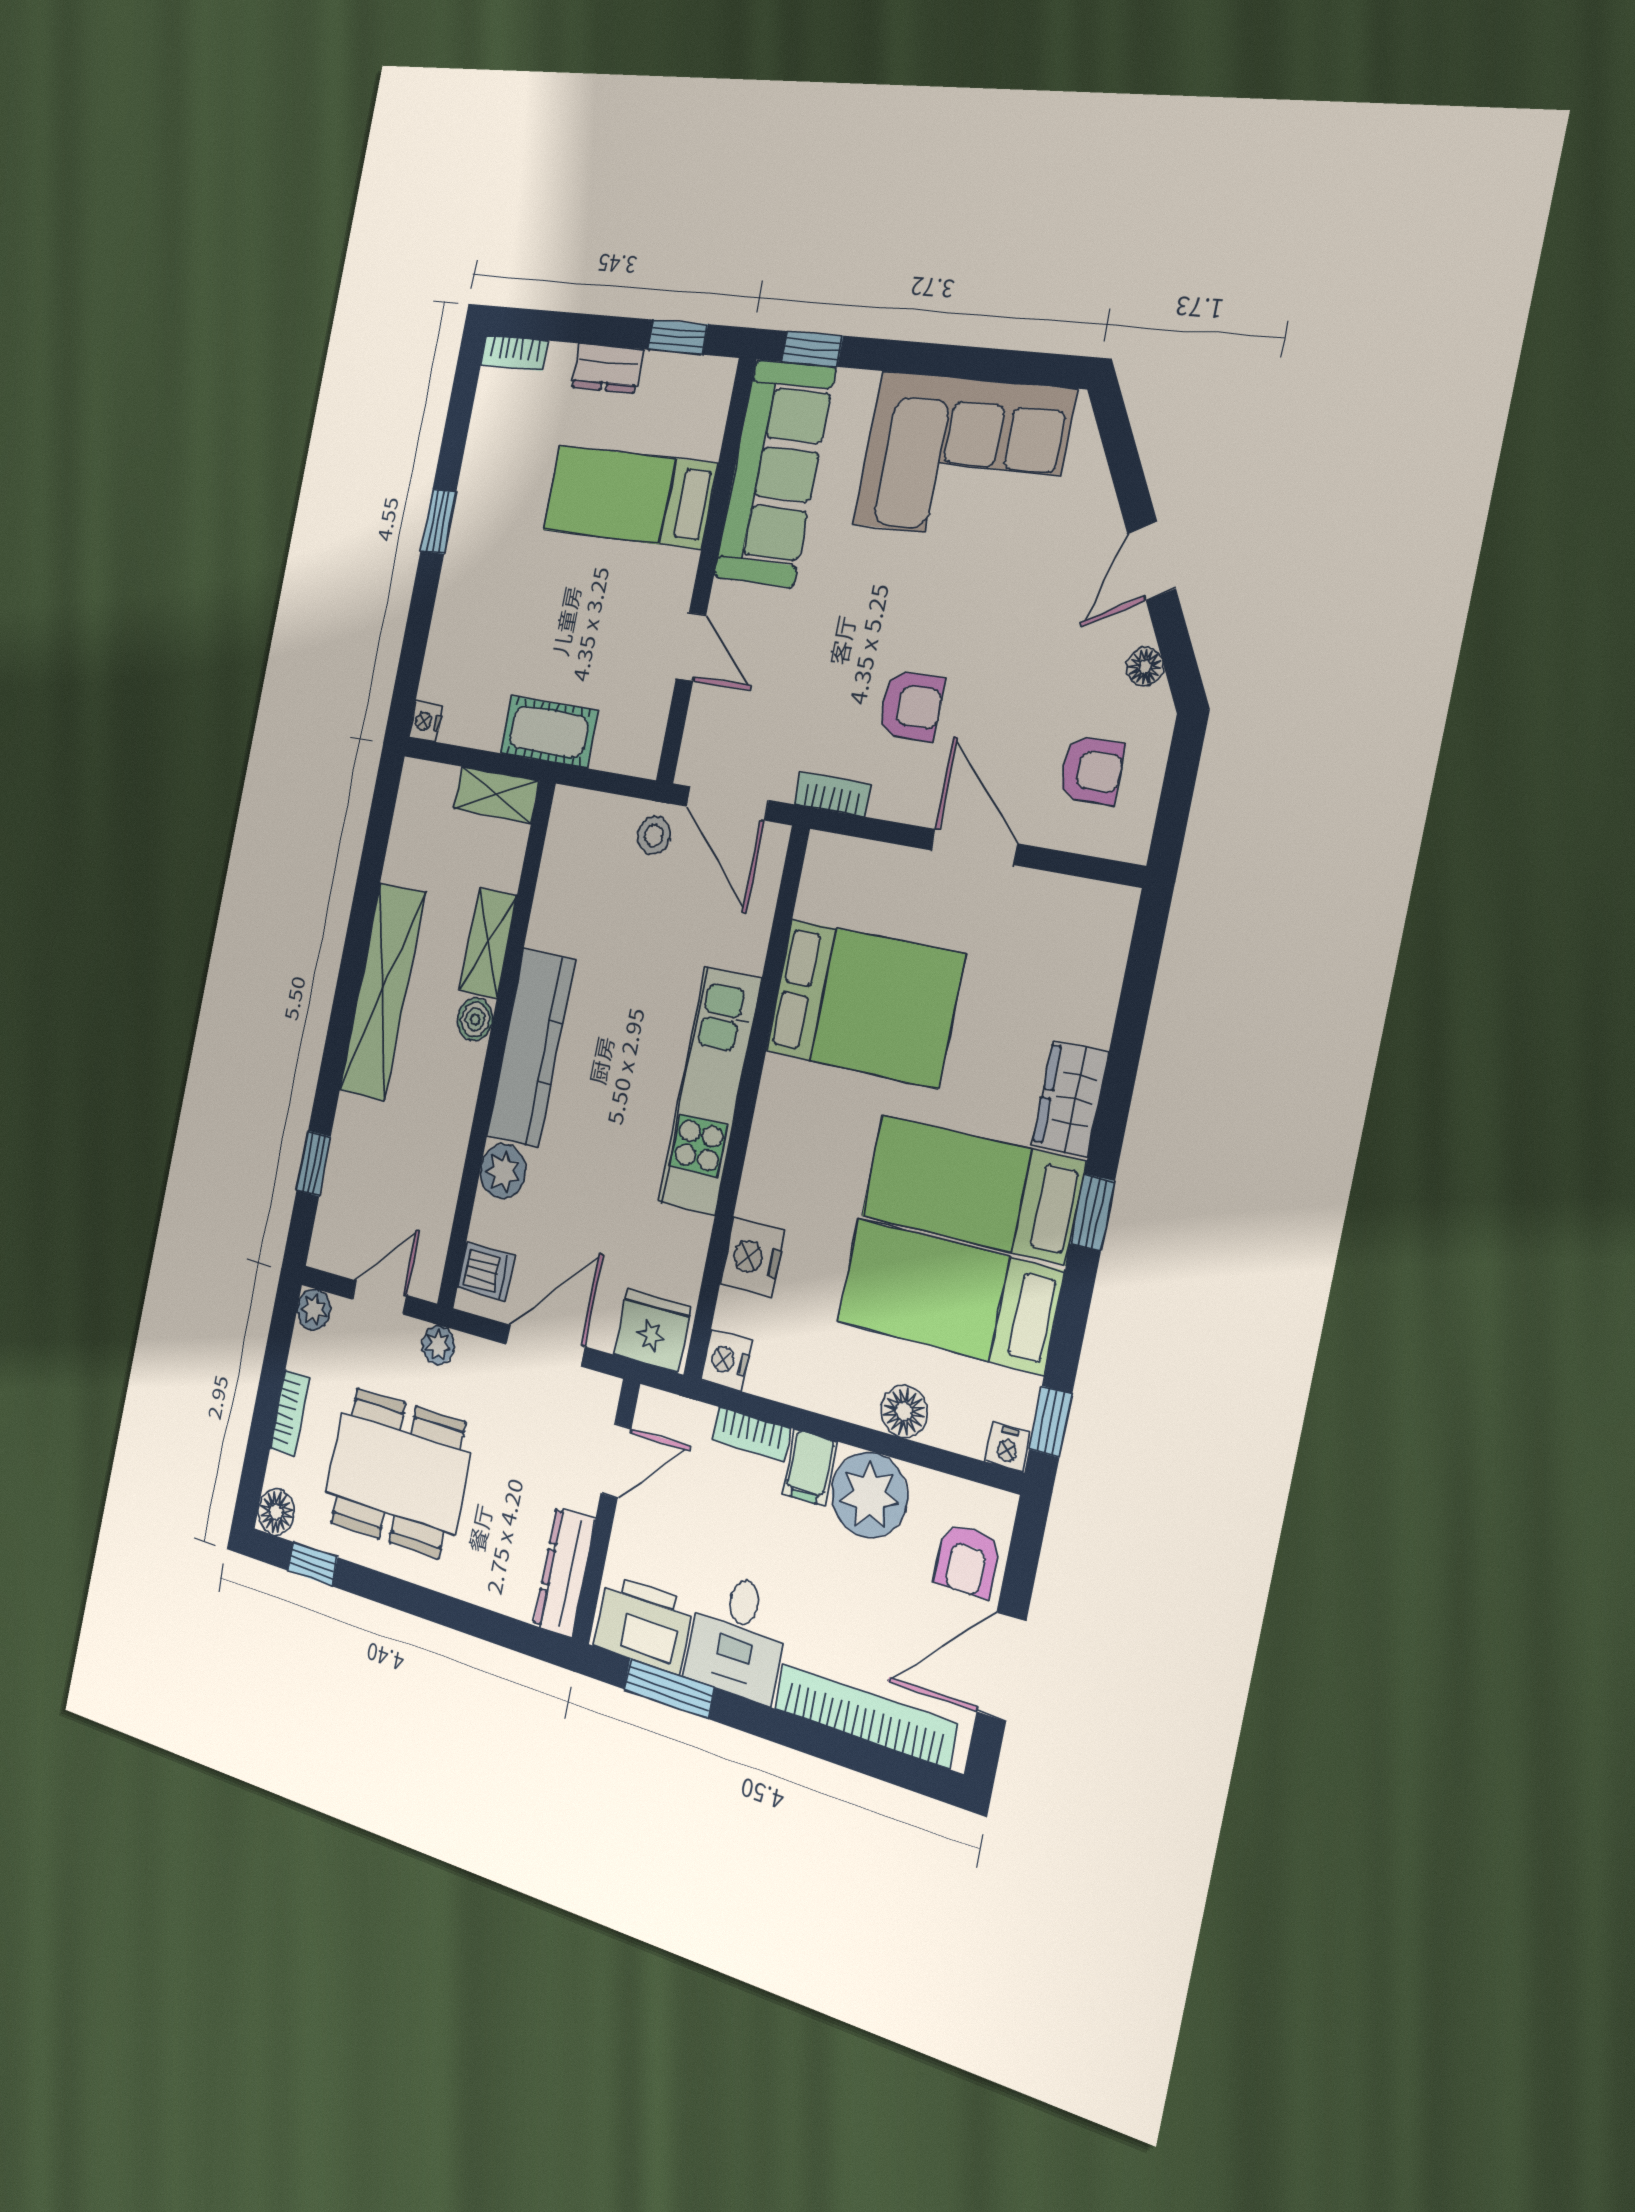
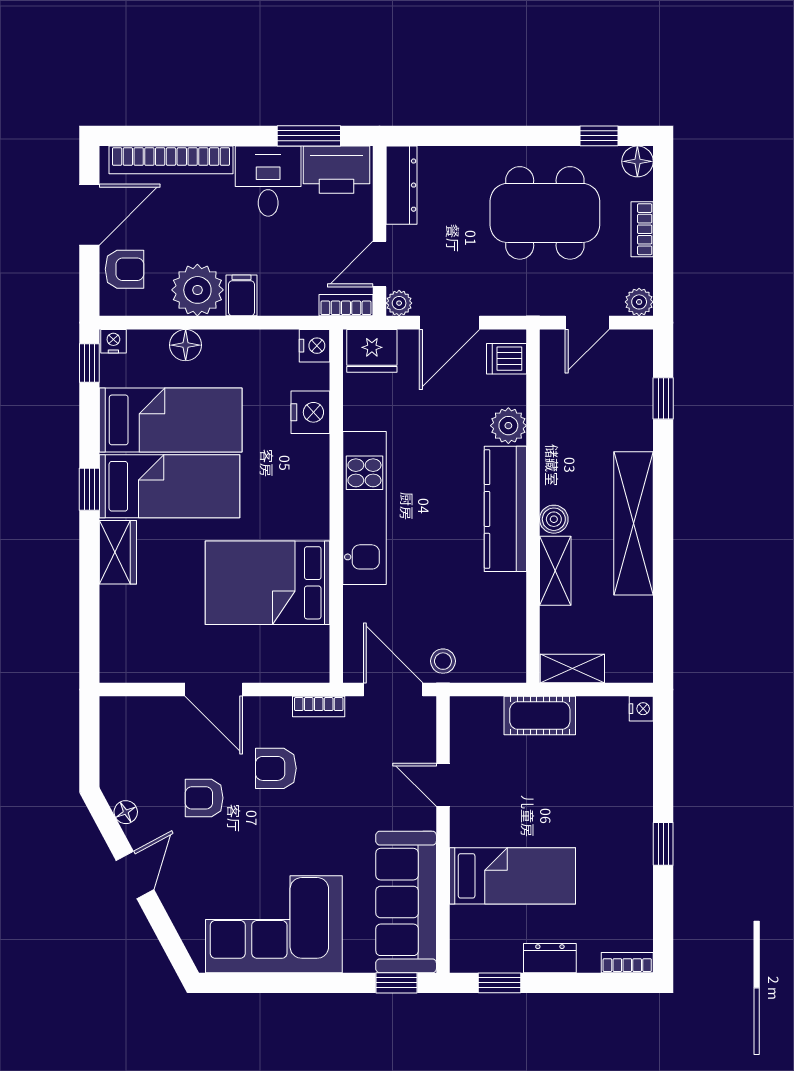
armchair: (1091, 770) -> (204, 798), moved
plant: (438, 1345) -> (399, 303), moved
bookcase: (751, 1434) -> (346, 305), moved
armchair: (968, 1560) -> (125, 269), turned 90

